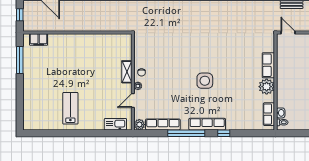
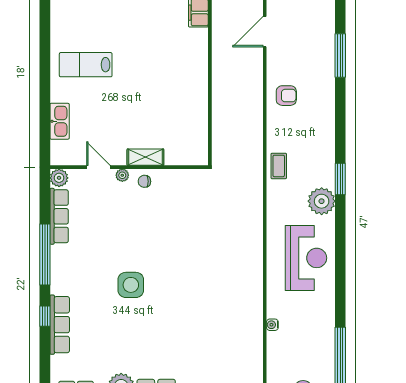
lab bench: (70, 108) -> (86, 65), turned 180
kitchen sink: (115, 124) -> (60, 121), moved
row of seats: (207, 124) -> (60, 325), moved

